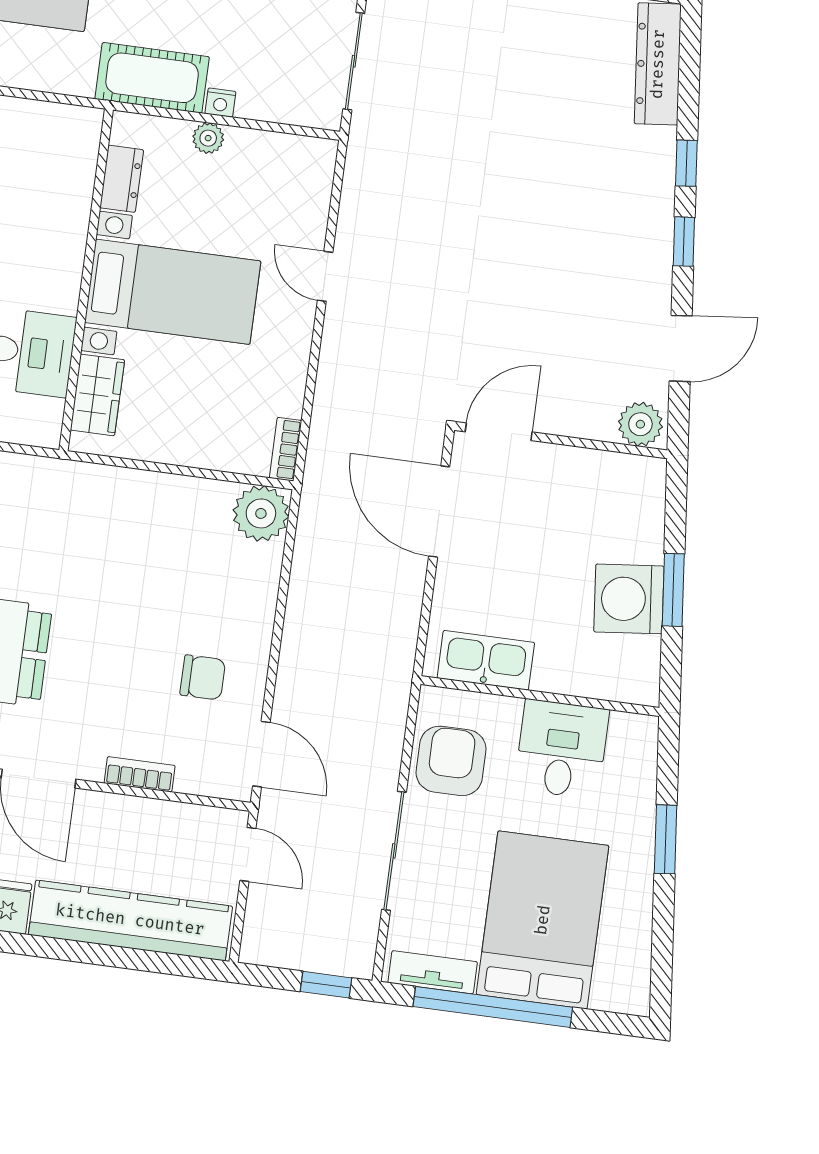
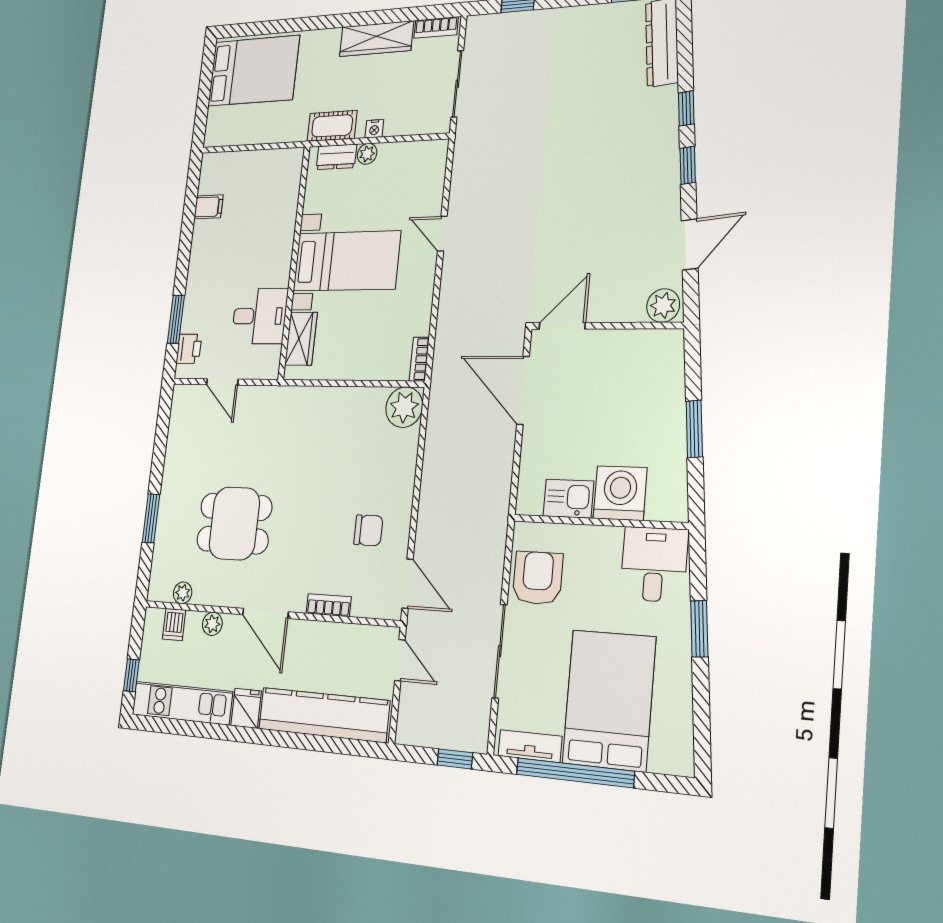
cot: (152, 78) -> (332, 126), width x0.73, depth x0.75
dresser: (122, 179) -> (336, 157), moved, turned 90
washing machine: (629, 599) -> (620, 493), moved, turned 96
kitchen sink: (486, 660) -> (568, 499), width x0.73
desk: (562, 749) -> (654, 564), moved

